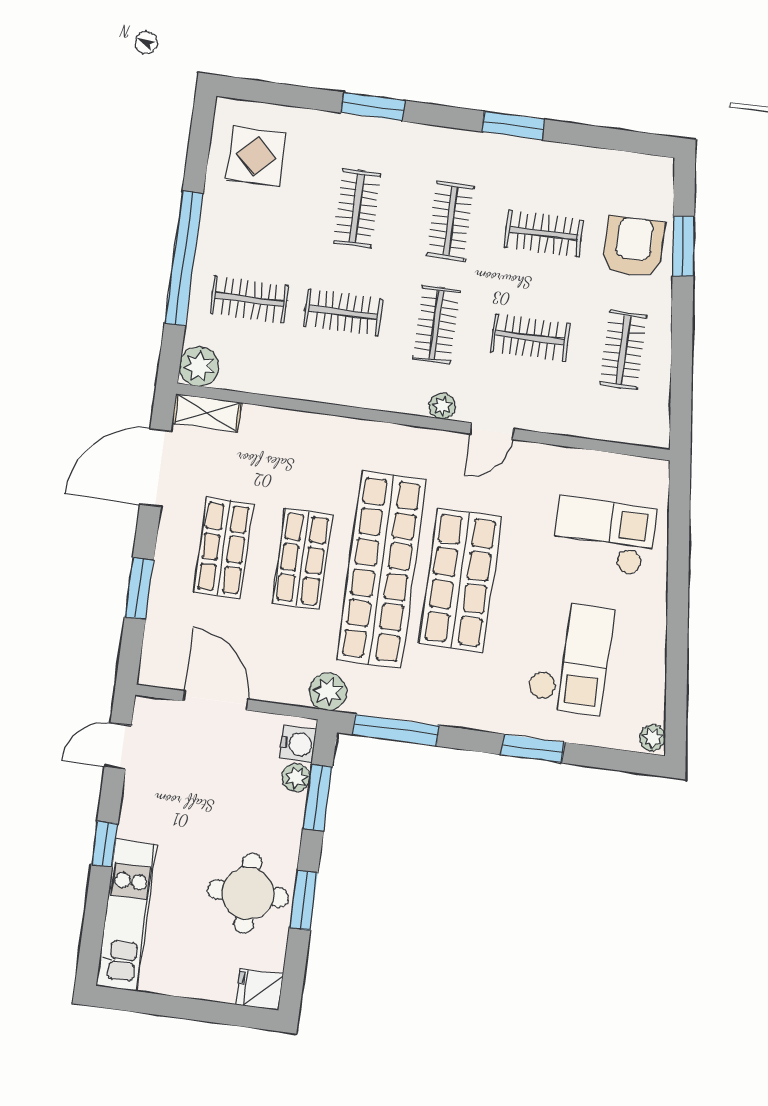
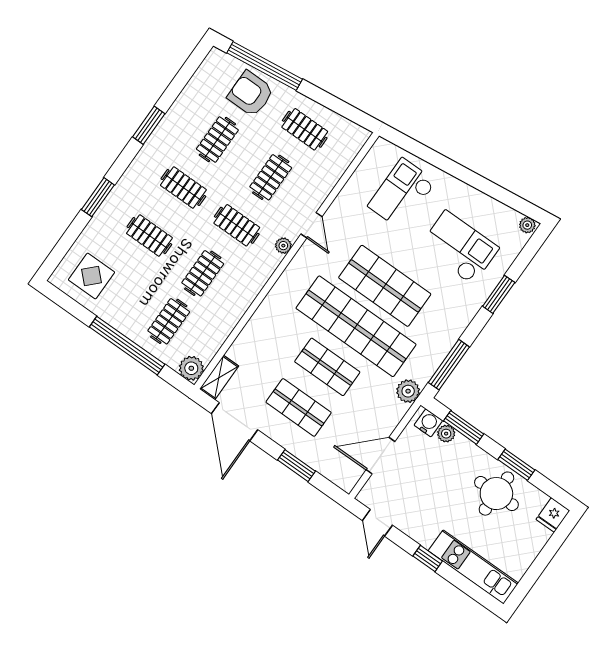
window: (683, 246) -> (265, 66), width x2.11

